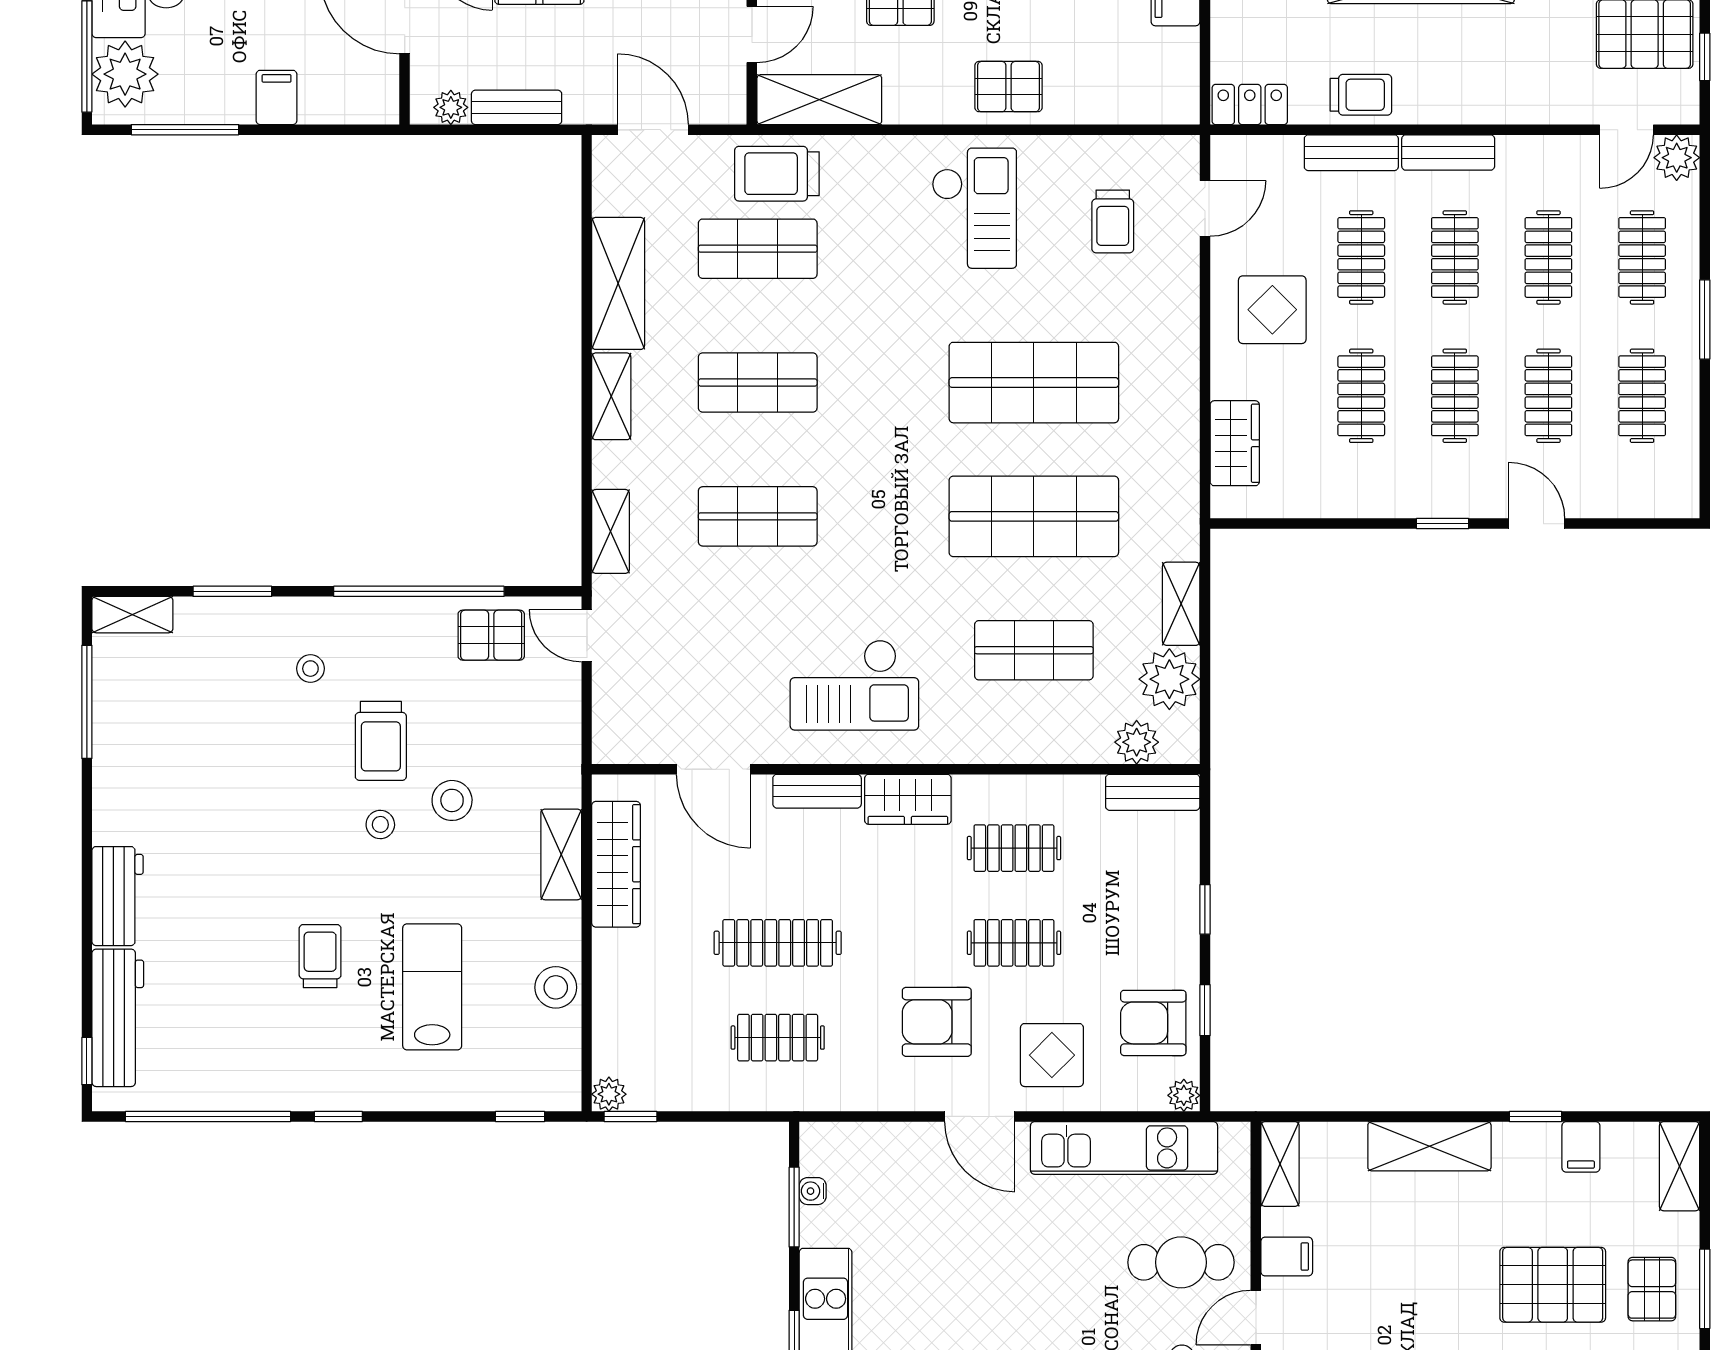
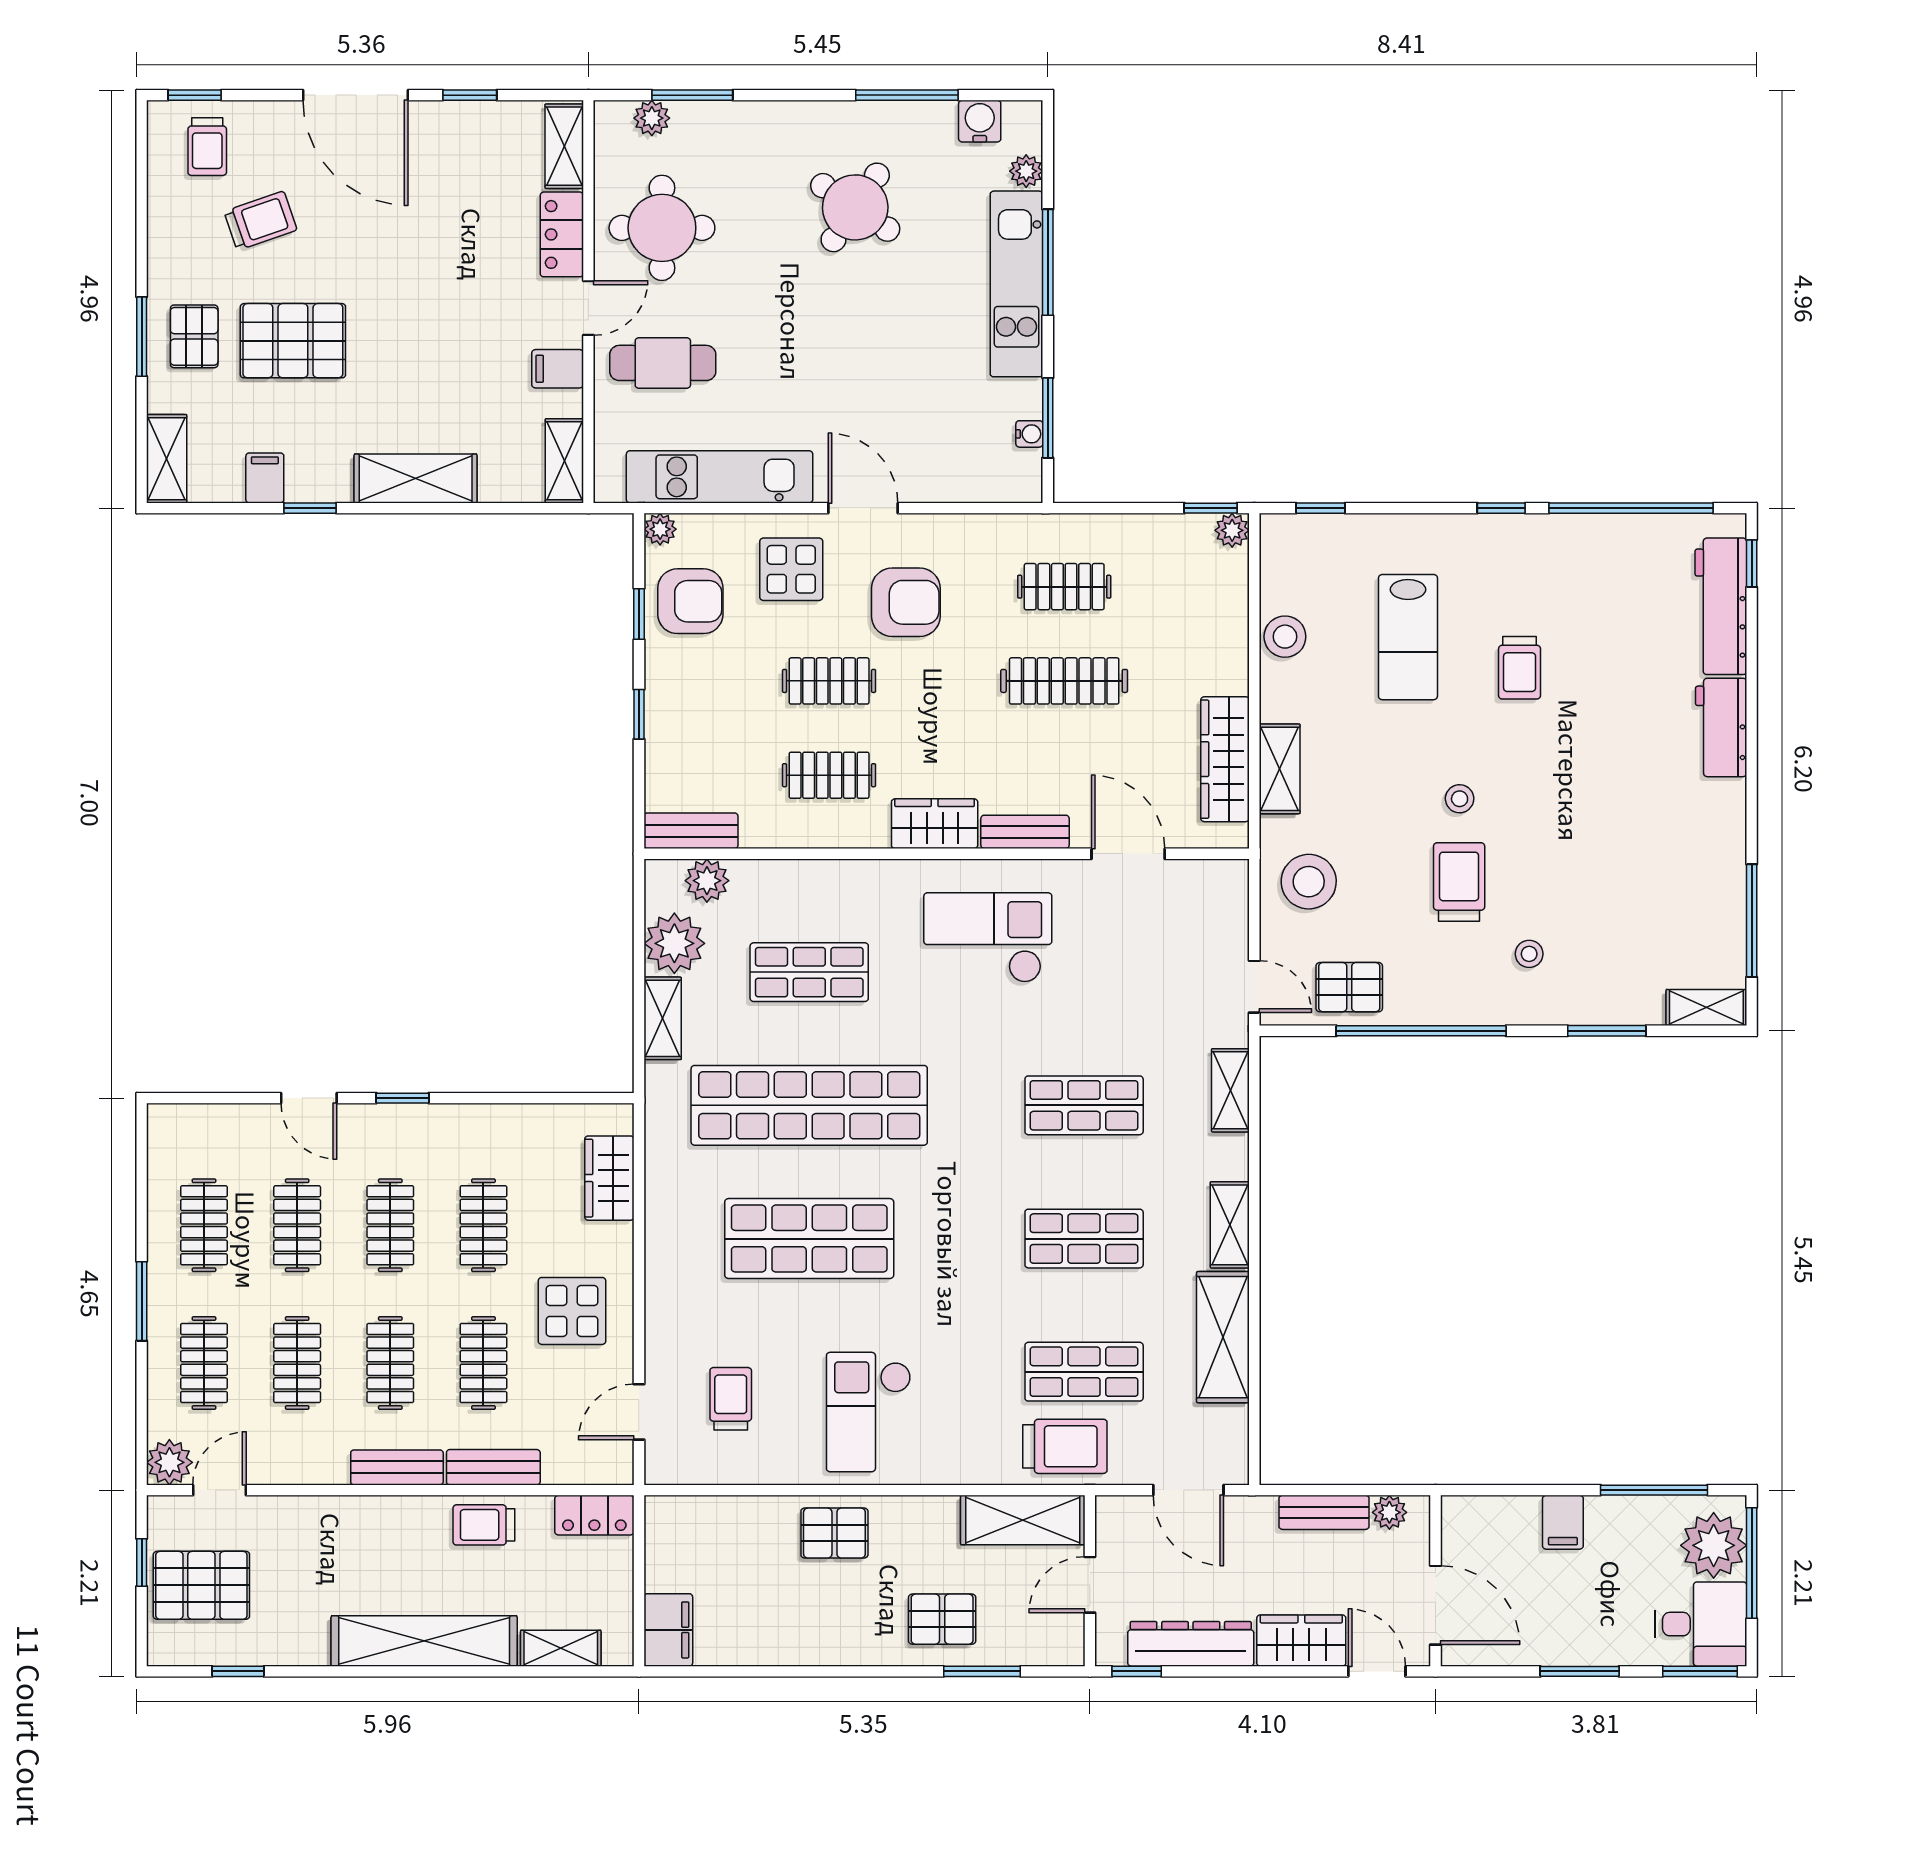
shop shelf: (1034, 516) -> (809, 1105), width x1.40
stool: (452, 800) -> (1309, 882), moved, width x1.38, depth x1.38

